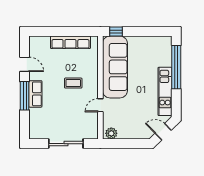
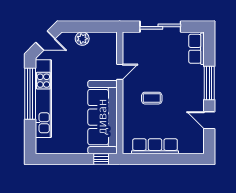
window: (176, 67) -> (30, 94), moved
kitchen unit: (165, 91) -> (43, 99), width x1.36
row of seats: (35, 94) -> (197, 49), moved
plant: (111, 133) -> (82, 39), moved

